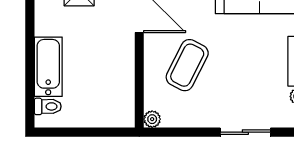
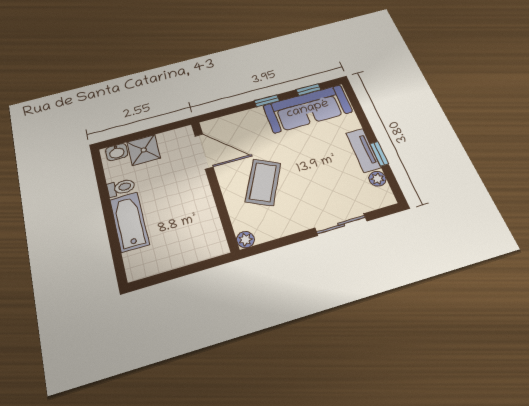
toilet: (48, 106) -> (121, 188), moved

